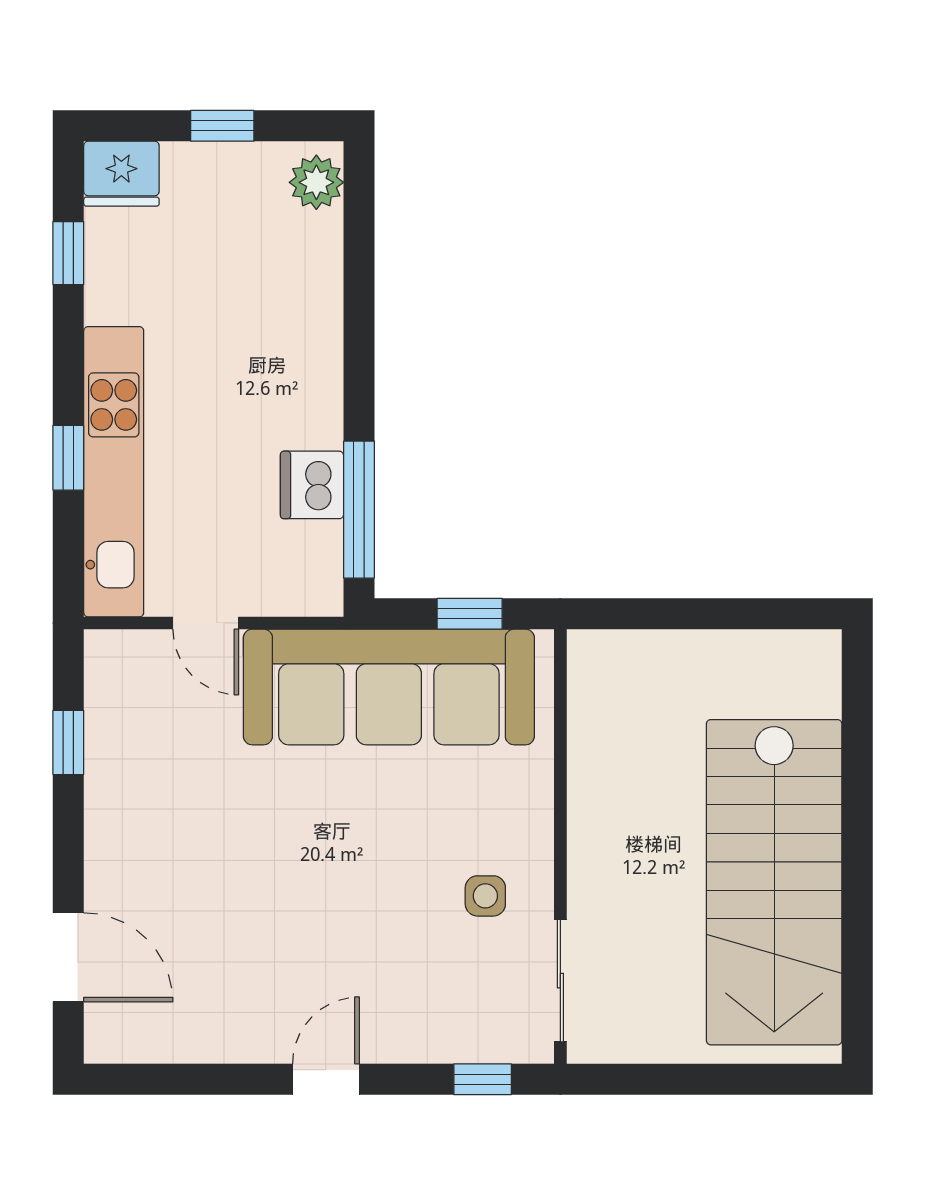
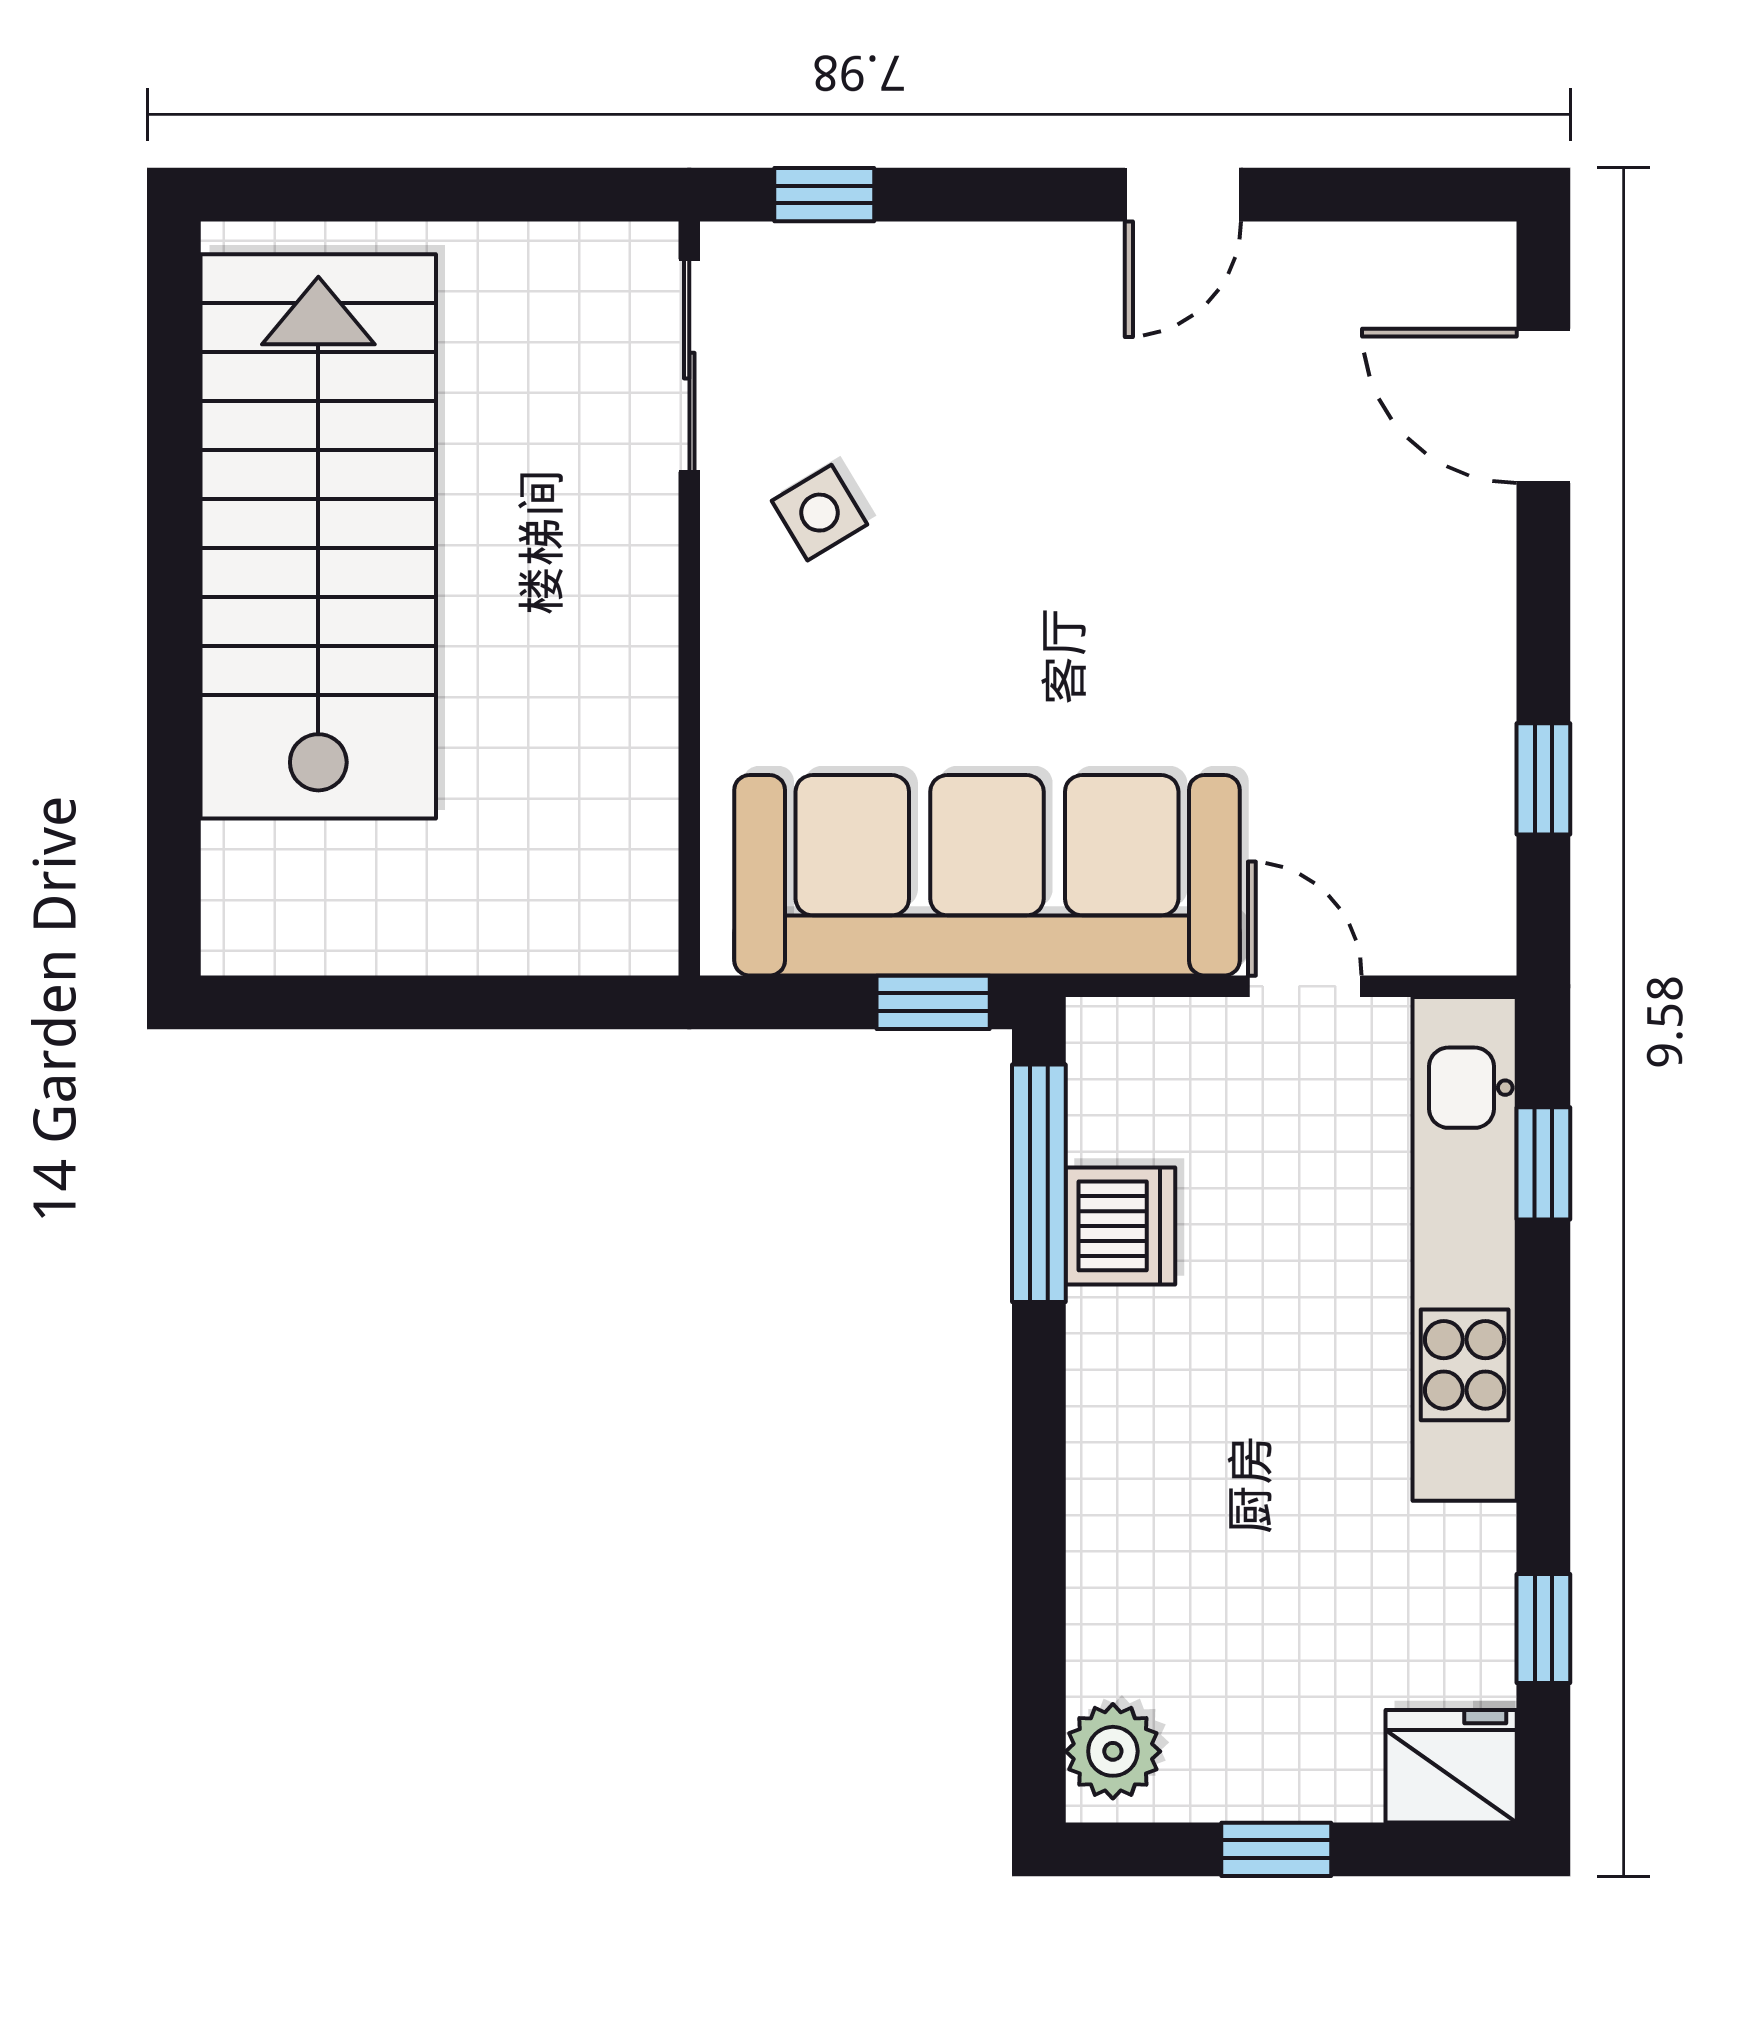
window: (68, 458) -> (1543, 1163), moved
window: (470, 614) -> (933, 1002), moved
side table: (485, 896) -> (820, 513), turned -31
door: (326, 1079) -> (1183, 195), moved

